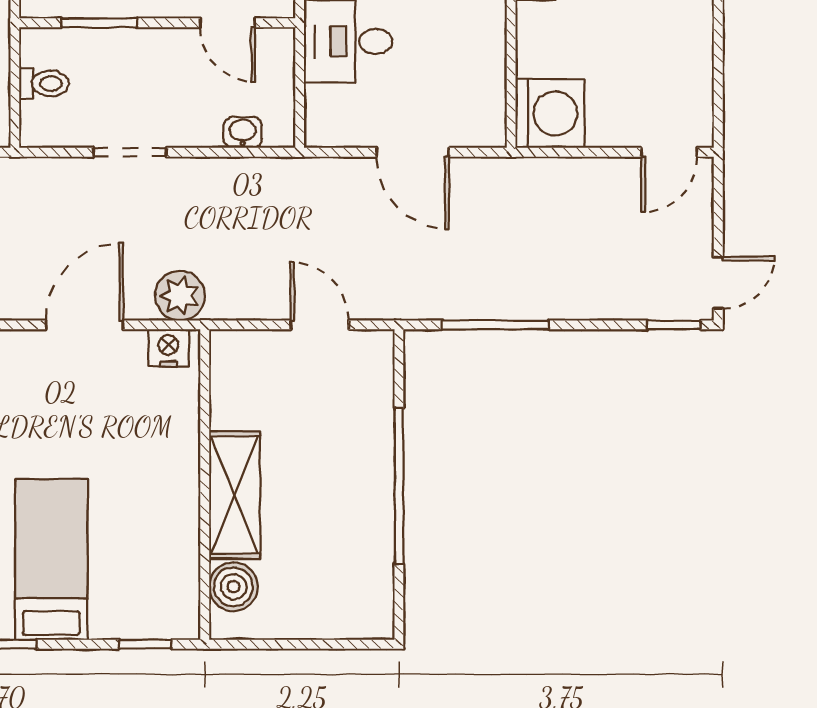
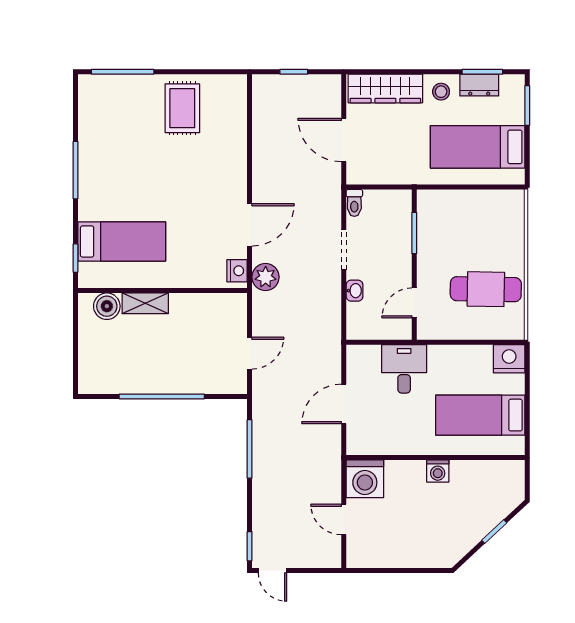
toilet: (44, 83) -> (354, 203), moved
washbasin: (243, 132) -> (355, 291), moved
door: (669, 152) -> (344, 519), moved
door: (84, 325) -> (250, 225), hinge flipped
shelving: (235, 495) -> (145, 303), width x0.67, depth x0.75
bed: (51, 559) -> (122, 241), moved

